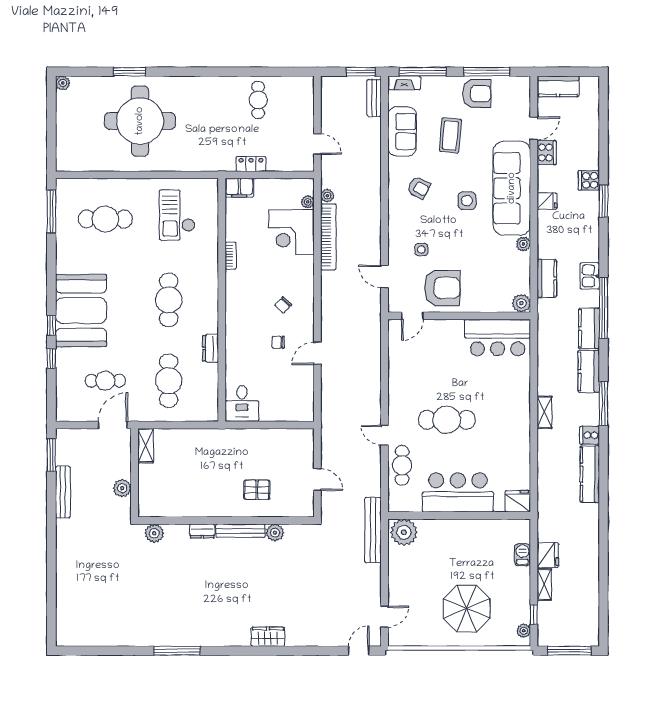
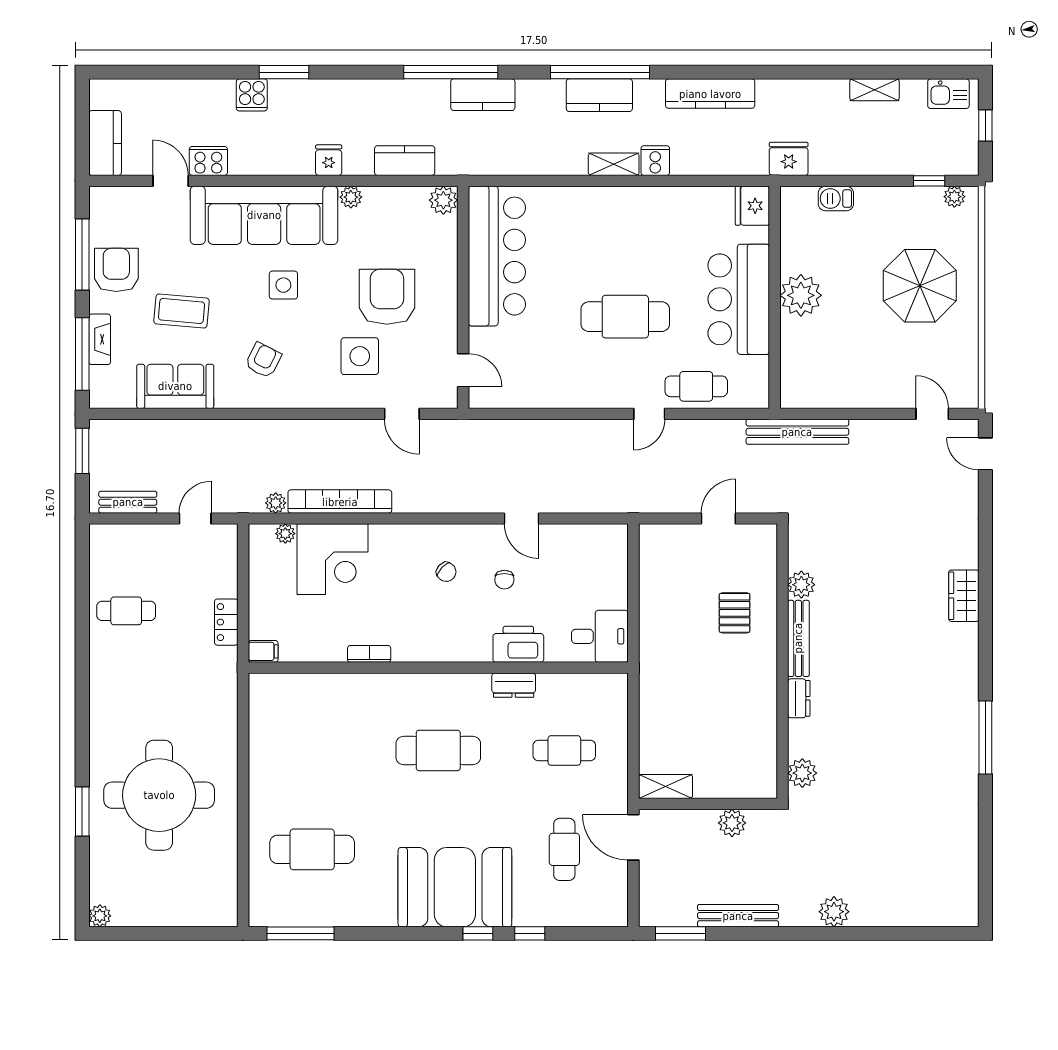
fireplace: (404, 83) -> (100, 339), moved
bench: (374, 98) -> (128, 502), moved
filing cabinet: (239, 188) -> (263, 651), width x0.50
fridge: (547, 201) -> (329, 160), moved
checkout: (177, 215) -> (306, 737), removed
cafe table: (105, 219) -> (312, 849), turned 90
side table: (421, 250) -> (360, 356), width x1.87, depth x1.87
kitchen sink: (590, 276) -> (948, 94), moved
door: (384, 277) -> (402, 414), hinge flipped
armchair: (442, 288) -> (387, 297), moved
bar counter: (498, 337) -> (497, 256), width x1.36
printer: (237, 351) -> (518, 644), added
kitchen counter: (589, 371) -> (599, 95), moved
cafe table: (169, 381) -> (564, 750), width x0.73, depth x0.74
window: (603, 404) -> (600, 72), width x1.46
cafe table: (447, 420) -> (625, 317), turned 90
cooker: (590, 435) -> (655, 161), moved, turned 180
plant: (404, 532) -> (801, 295), moved
plant: (65, 554) -> (834, 912), added
fridge: (548, 555) -> (789, 159), moved
shelving: (544, 585) -> (875, 90), moved
window: (569, 651) -> (985, 126), width x0.46

